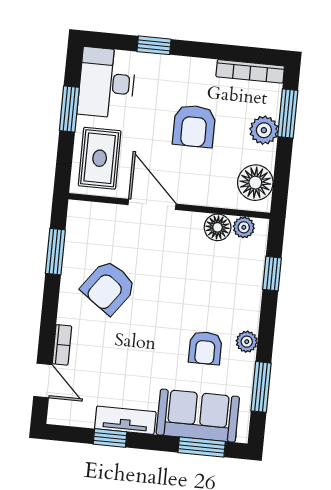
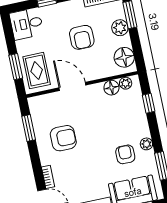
desk: (107, 83) -> (27, 24), width x0.73
window: (69, 109) -> (16, 67), moved
armchair: (109, 287) -> (63, 138), turned -126
armchair: (205, 348) -> (125, 154), turned 180

